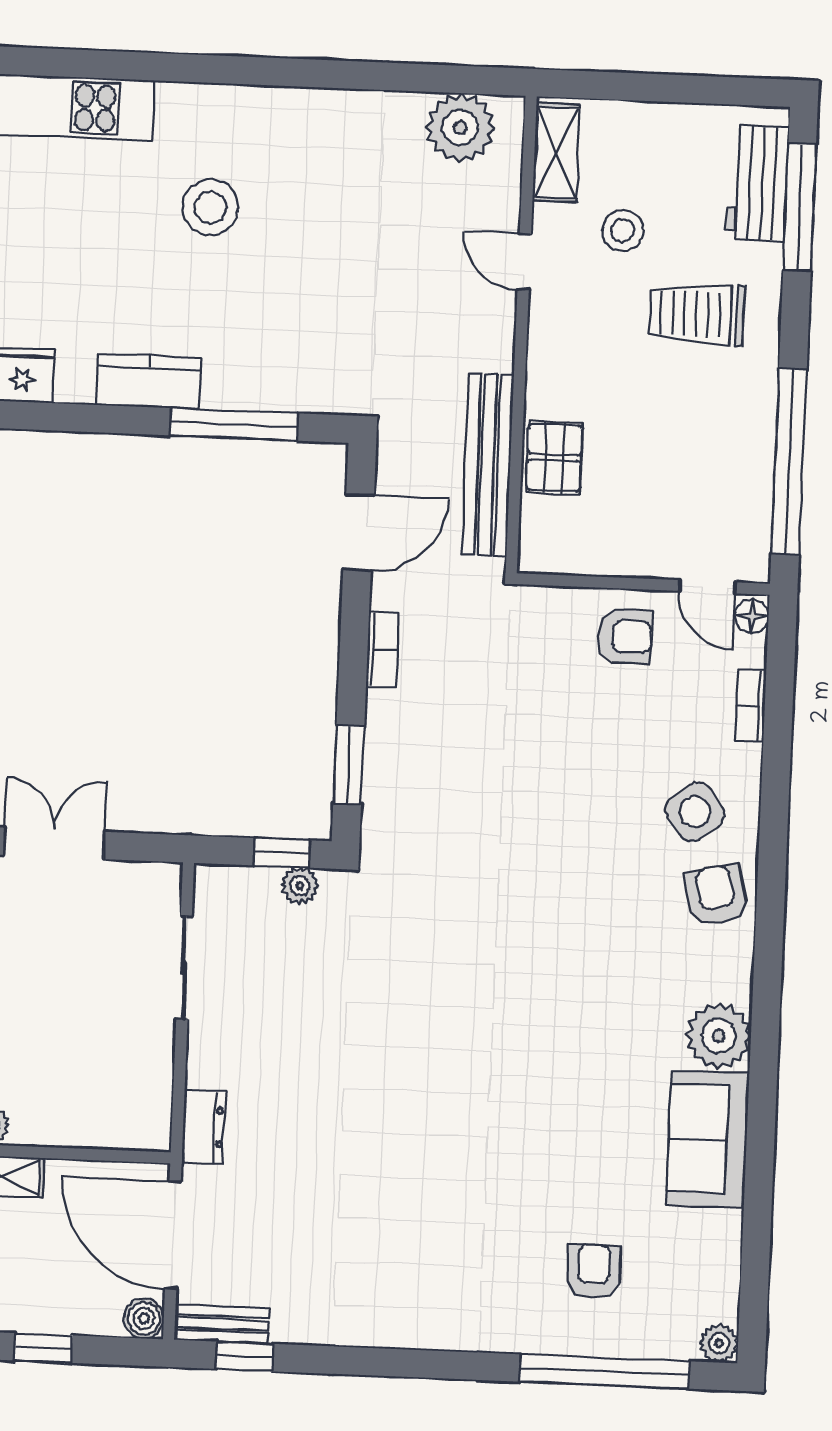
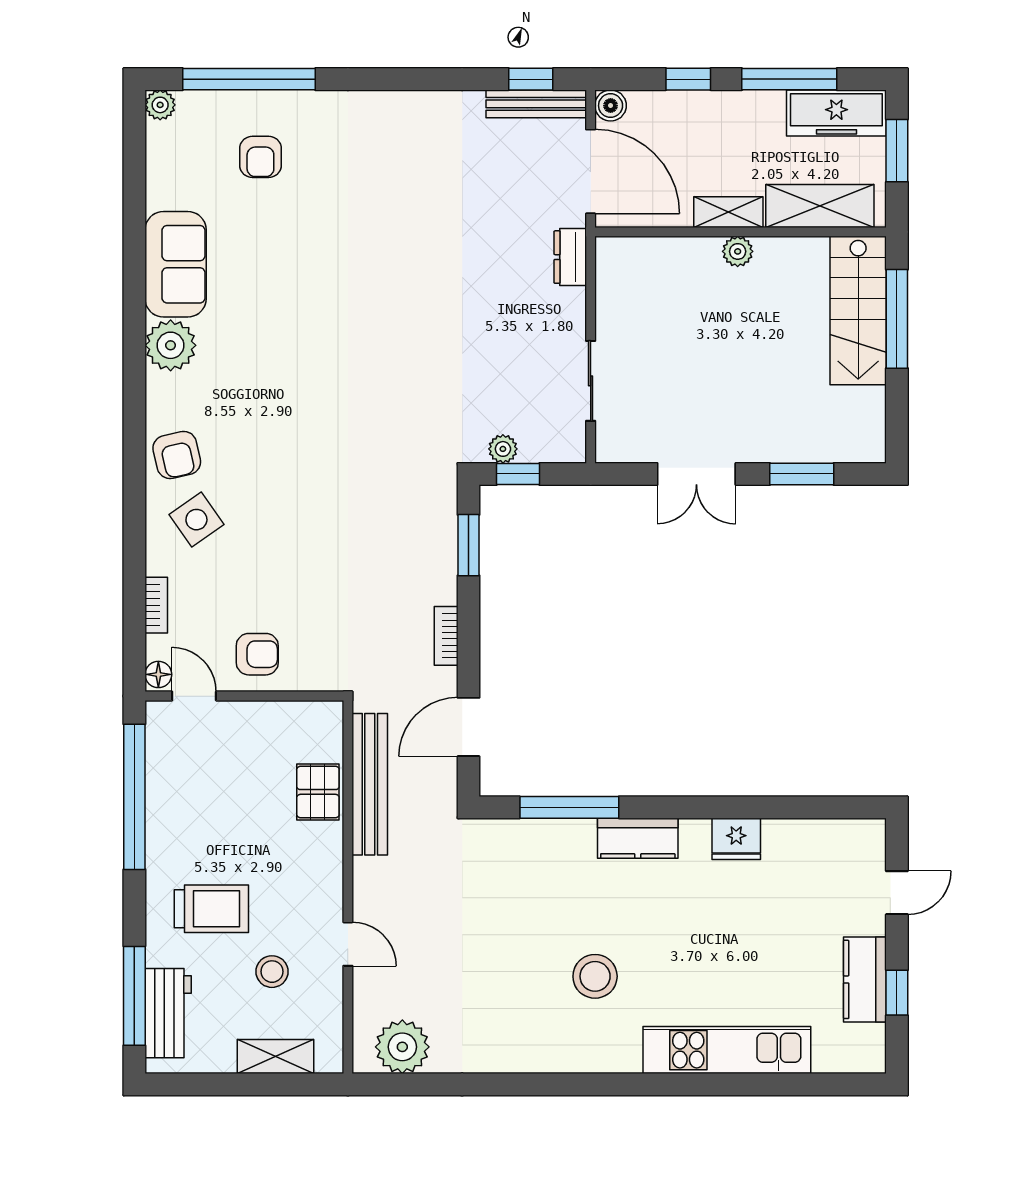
shelving: (556, 152) -> (275, 1057), moved, turned 90
armchair: (624, 637) -> (257, 654), turned 180
bench: (222, 1324) -> (536, 104), width x1.36

